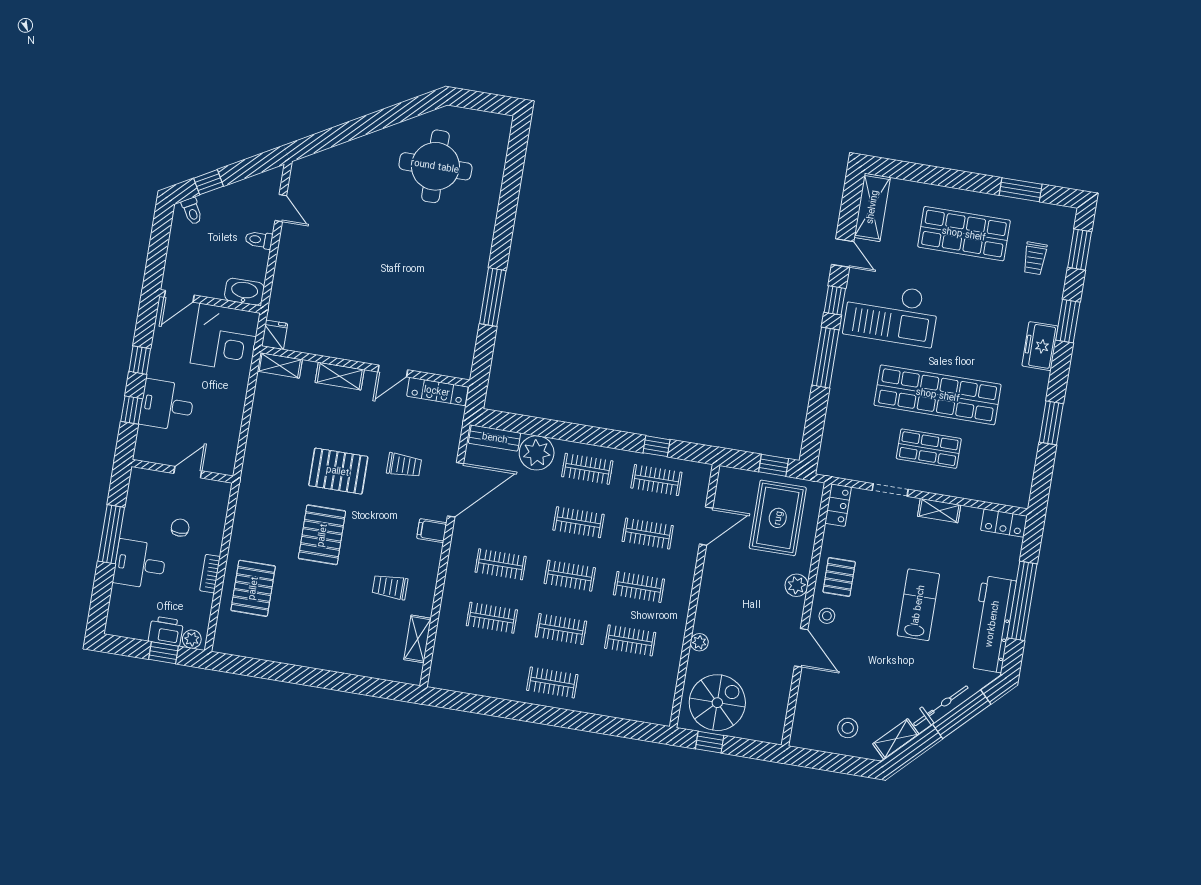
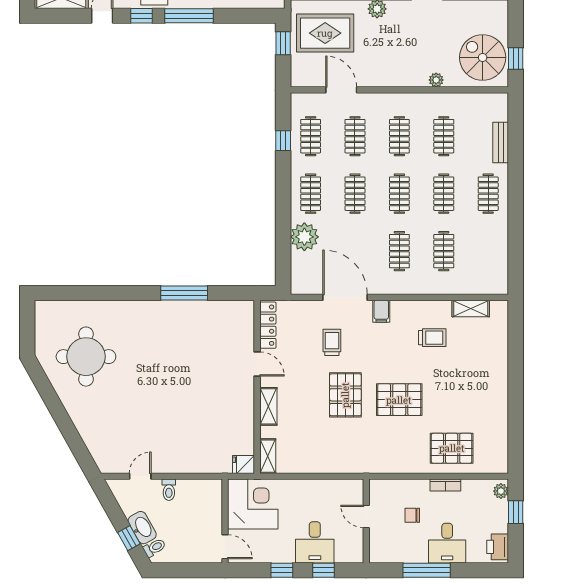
washbasin: (244, 292) -> (142, 528), moved, turned 151
bench: (495, 438) -> (501, 142), moved
trolley: (390, 587) -> (432, 338), turned -90
printer: (166, 631) -> (498, 547), moved

